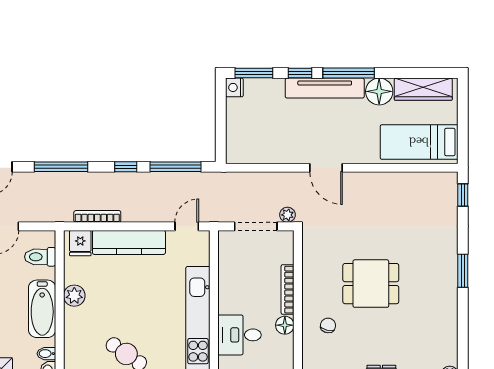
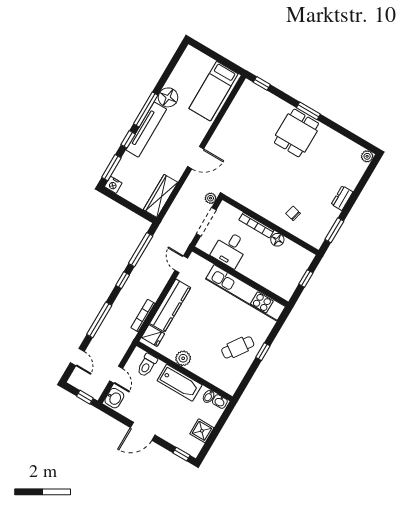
wardrobe: (423, 89) -> (161, 196), moved, turned 180
dining table: (371, 284) -> (296, 133), moved
desk: (239, 335) -> (230, 249), moved

